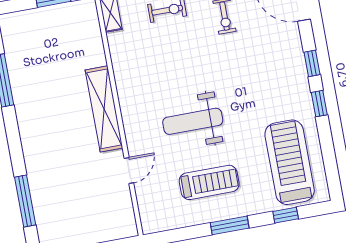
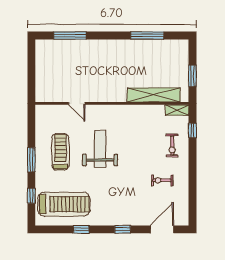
window: (319, 104) -> (81, 229), moved
shelving: (104, 109) -> (154, 95), moved
treadmill: (209, 182) -> (60, 152), turned 180

